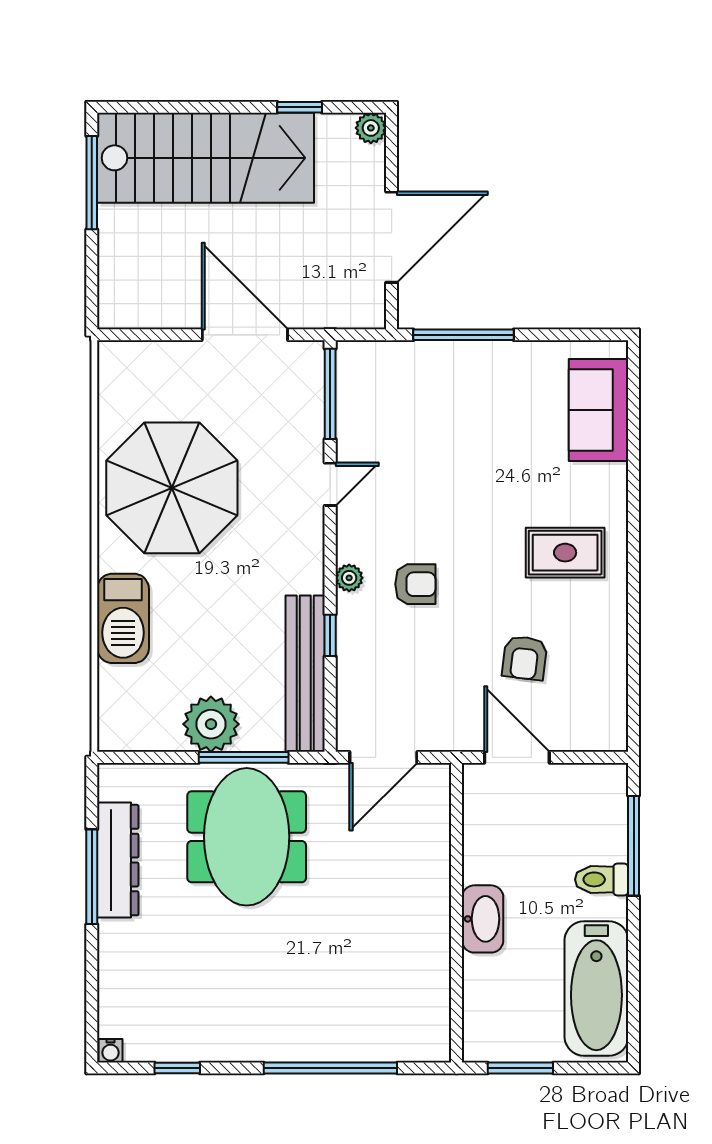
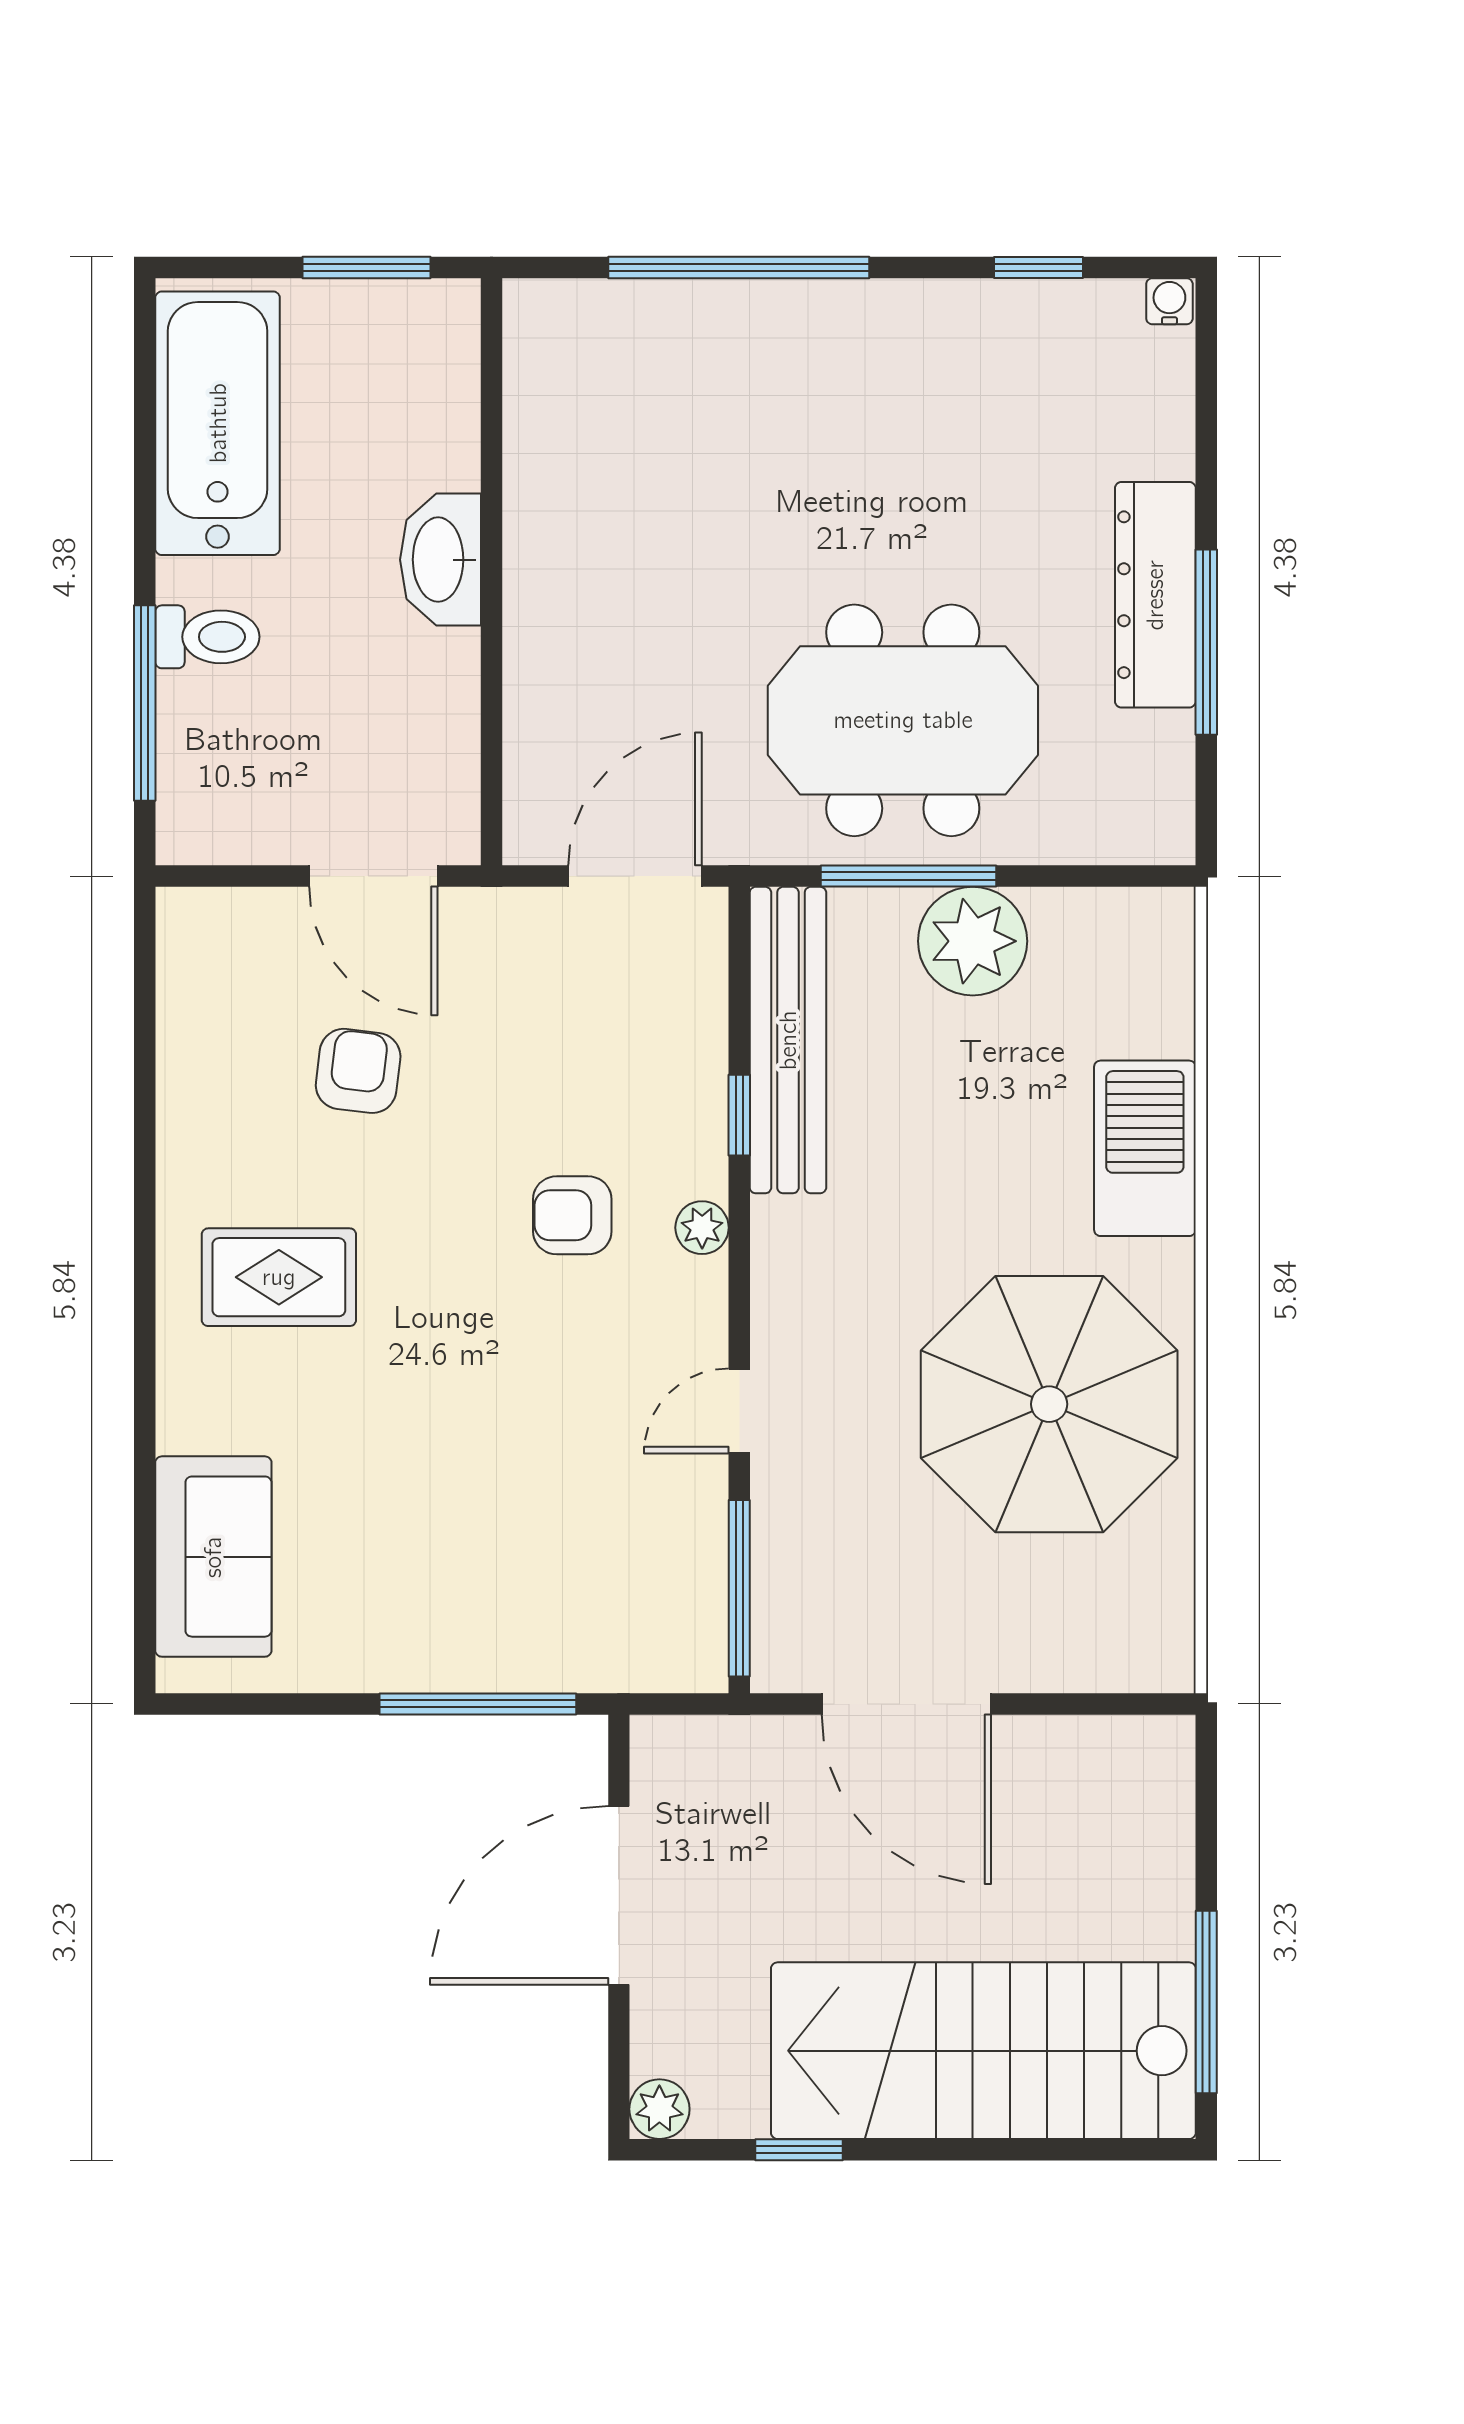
meeting table: (247, 837) -> (903, 720), turned 90
dresser: (118, 860) -> (1155, 595), moved

